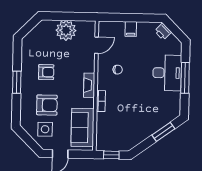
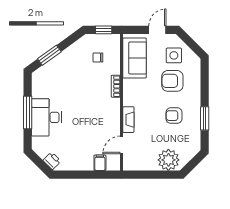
filing cabinet: (131, 29) -> (100, 163), moved
plant: (66, 30) -> (168, 160), moved
chair: (118, 70) -> (98, 58), moved
window: (17, 82) -> (205, 118), moved
fireplace: (89, 85) -> (128, 120), moved

